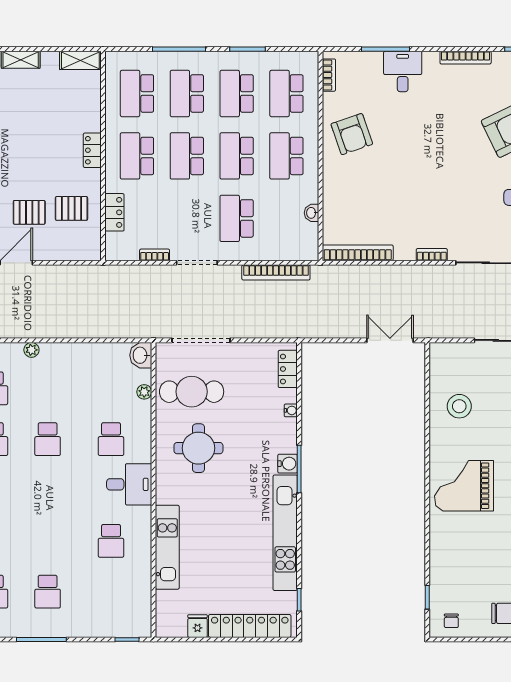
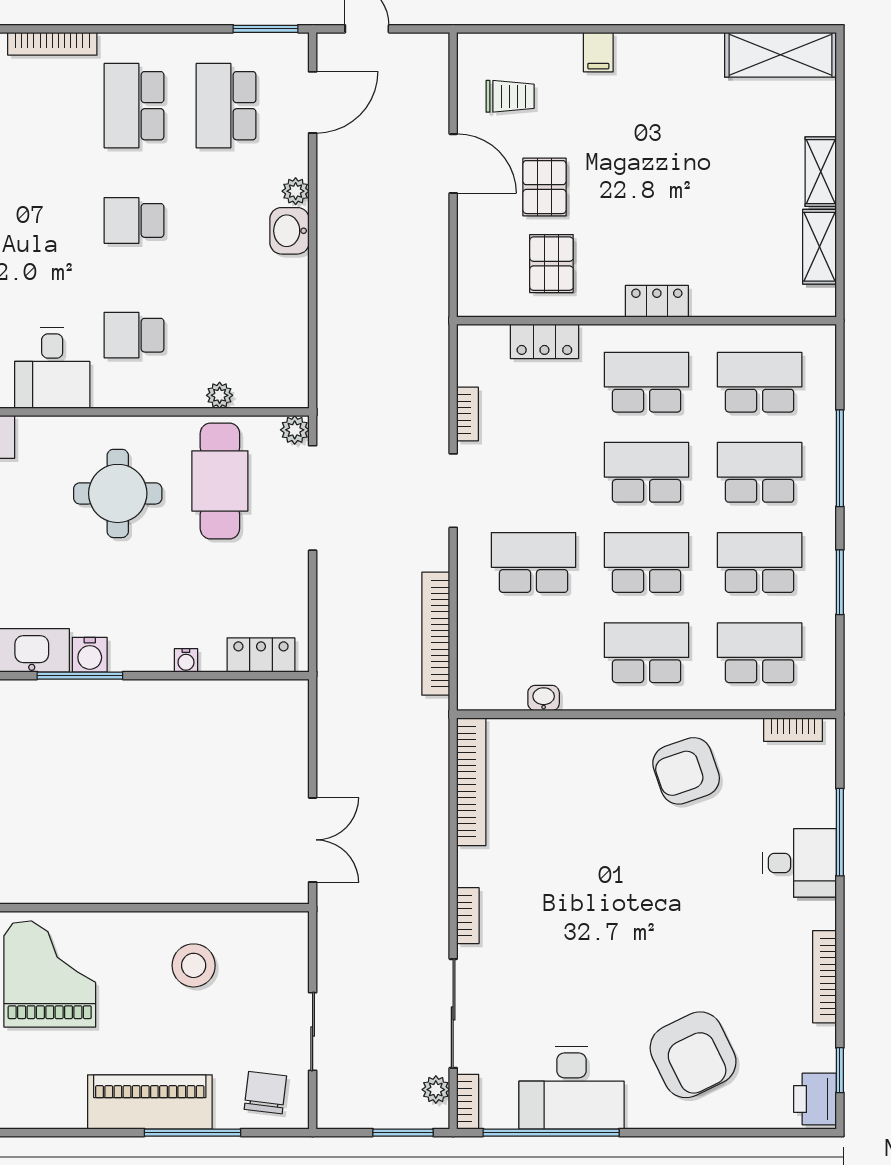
shelving: (80, 60) -> (820, 247), moved
plant: (163, 350) -> (295, 430), added
washbasin: (141, 355) -> (289, 231), moved, turned -90

